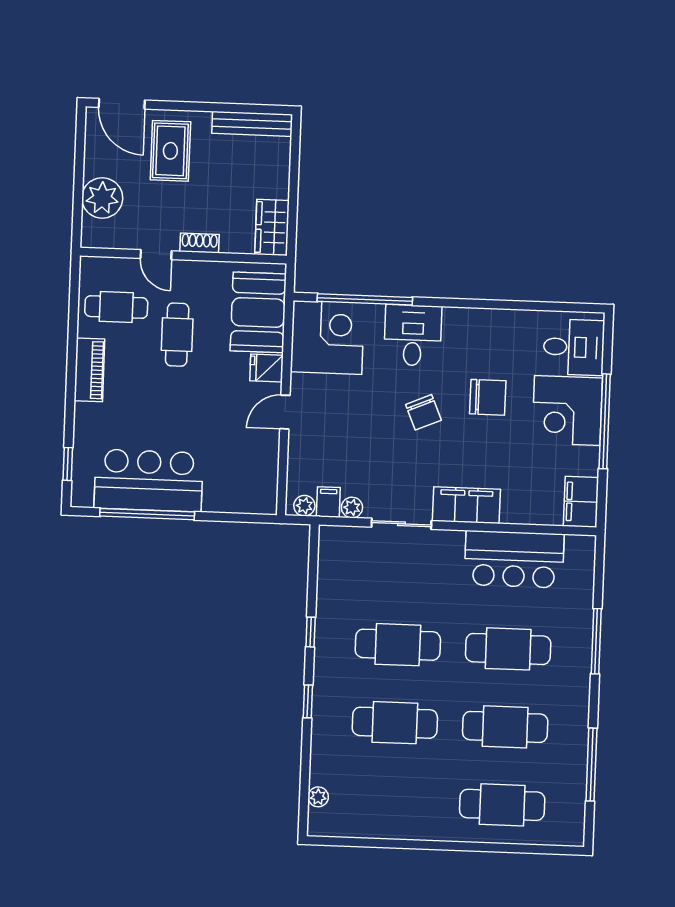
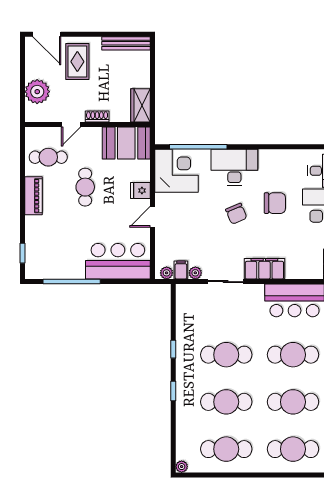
door: (156, 255) -> (71, 125), hinge flipped
booth: (258, 312) -> (126, 143), moved, turned 90
cafe table: (177, 335) -> (85, 187), moved
desk: (413, 335) -> (234, 167), width x1.37
bar counter: (149, 480) -> (118, 261), moved
plant: (318, 797) -> (182, 467), moved
cafe table: (392, 801) -> (226, 449), added

